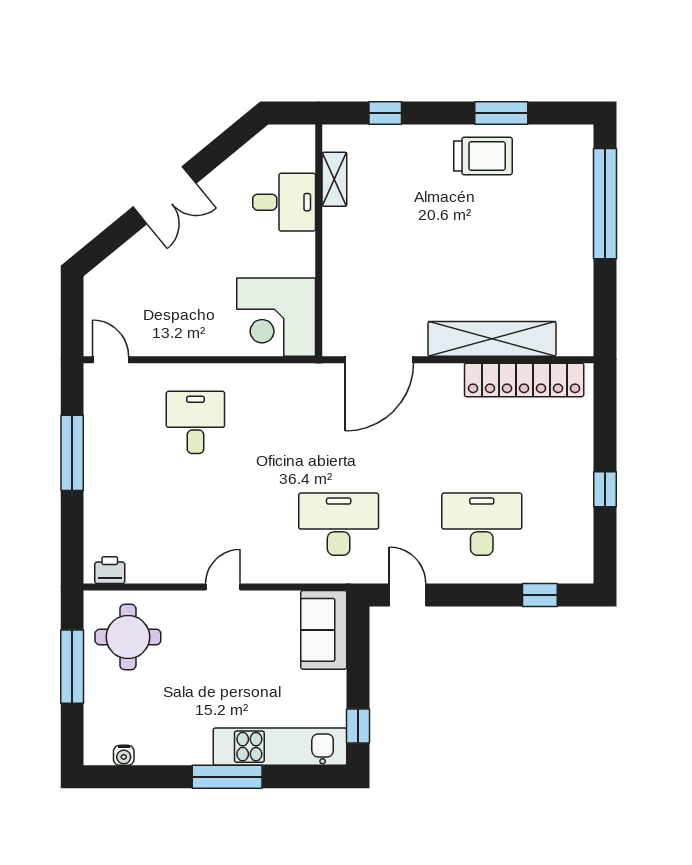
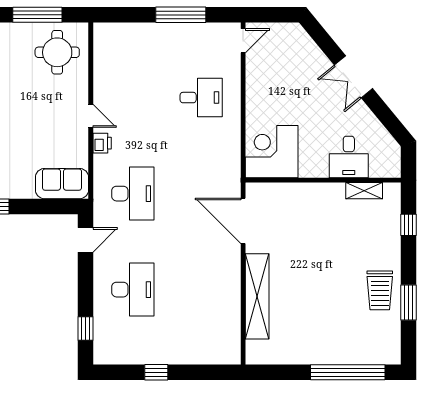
locker: (524, 380) -> (230, 318), removed
printer: (110, 570) -> (102, 143), moved

